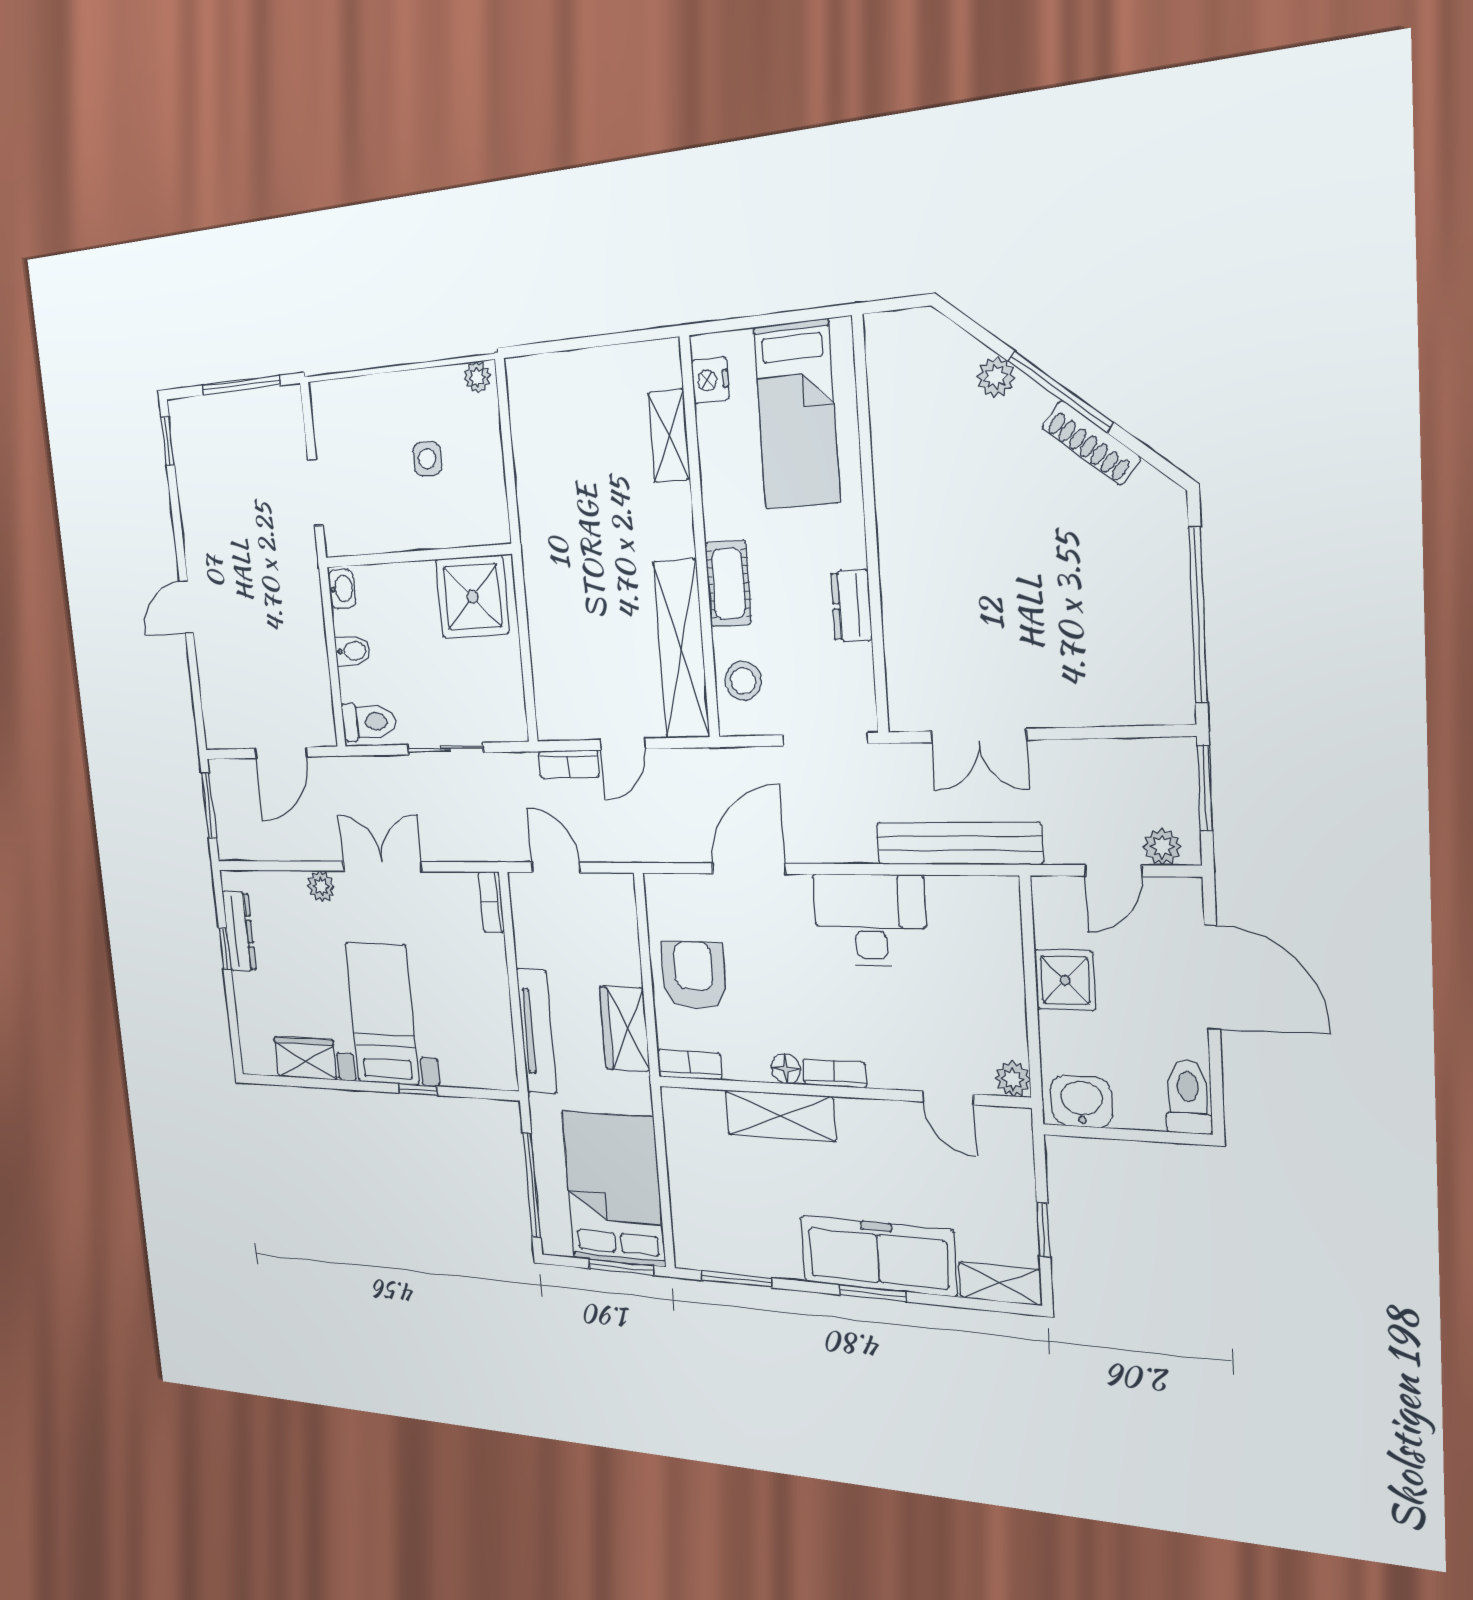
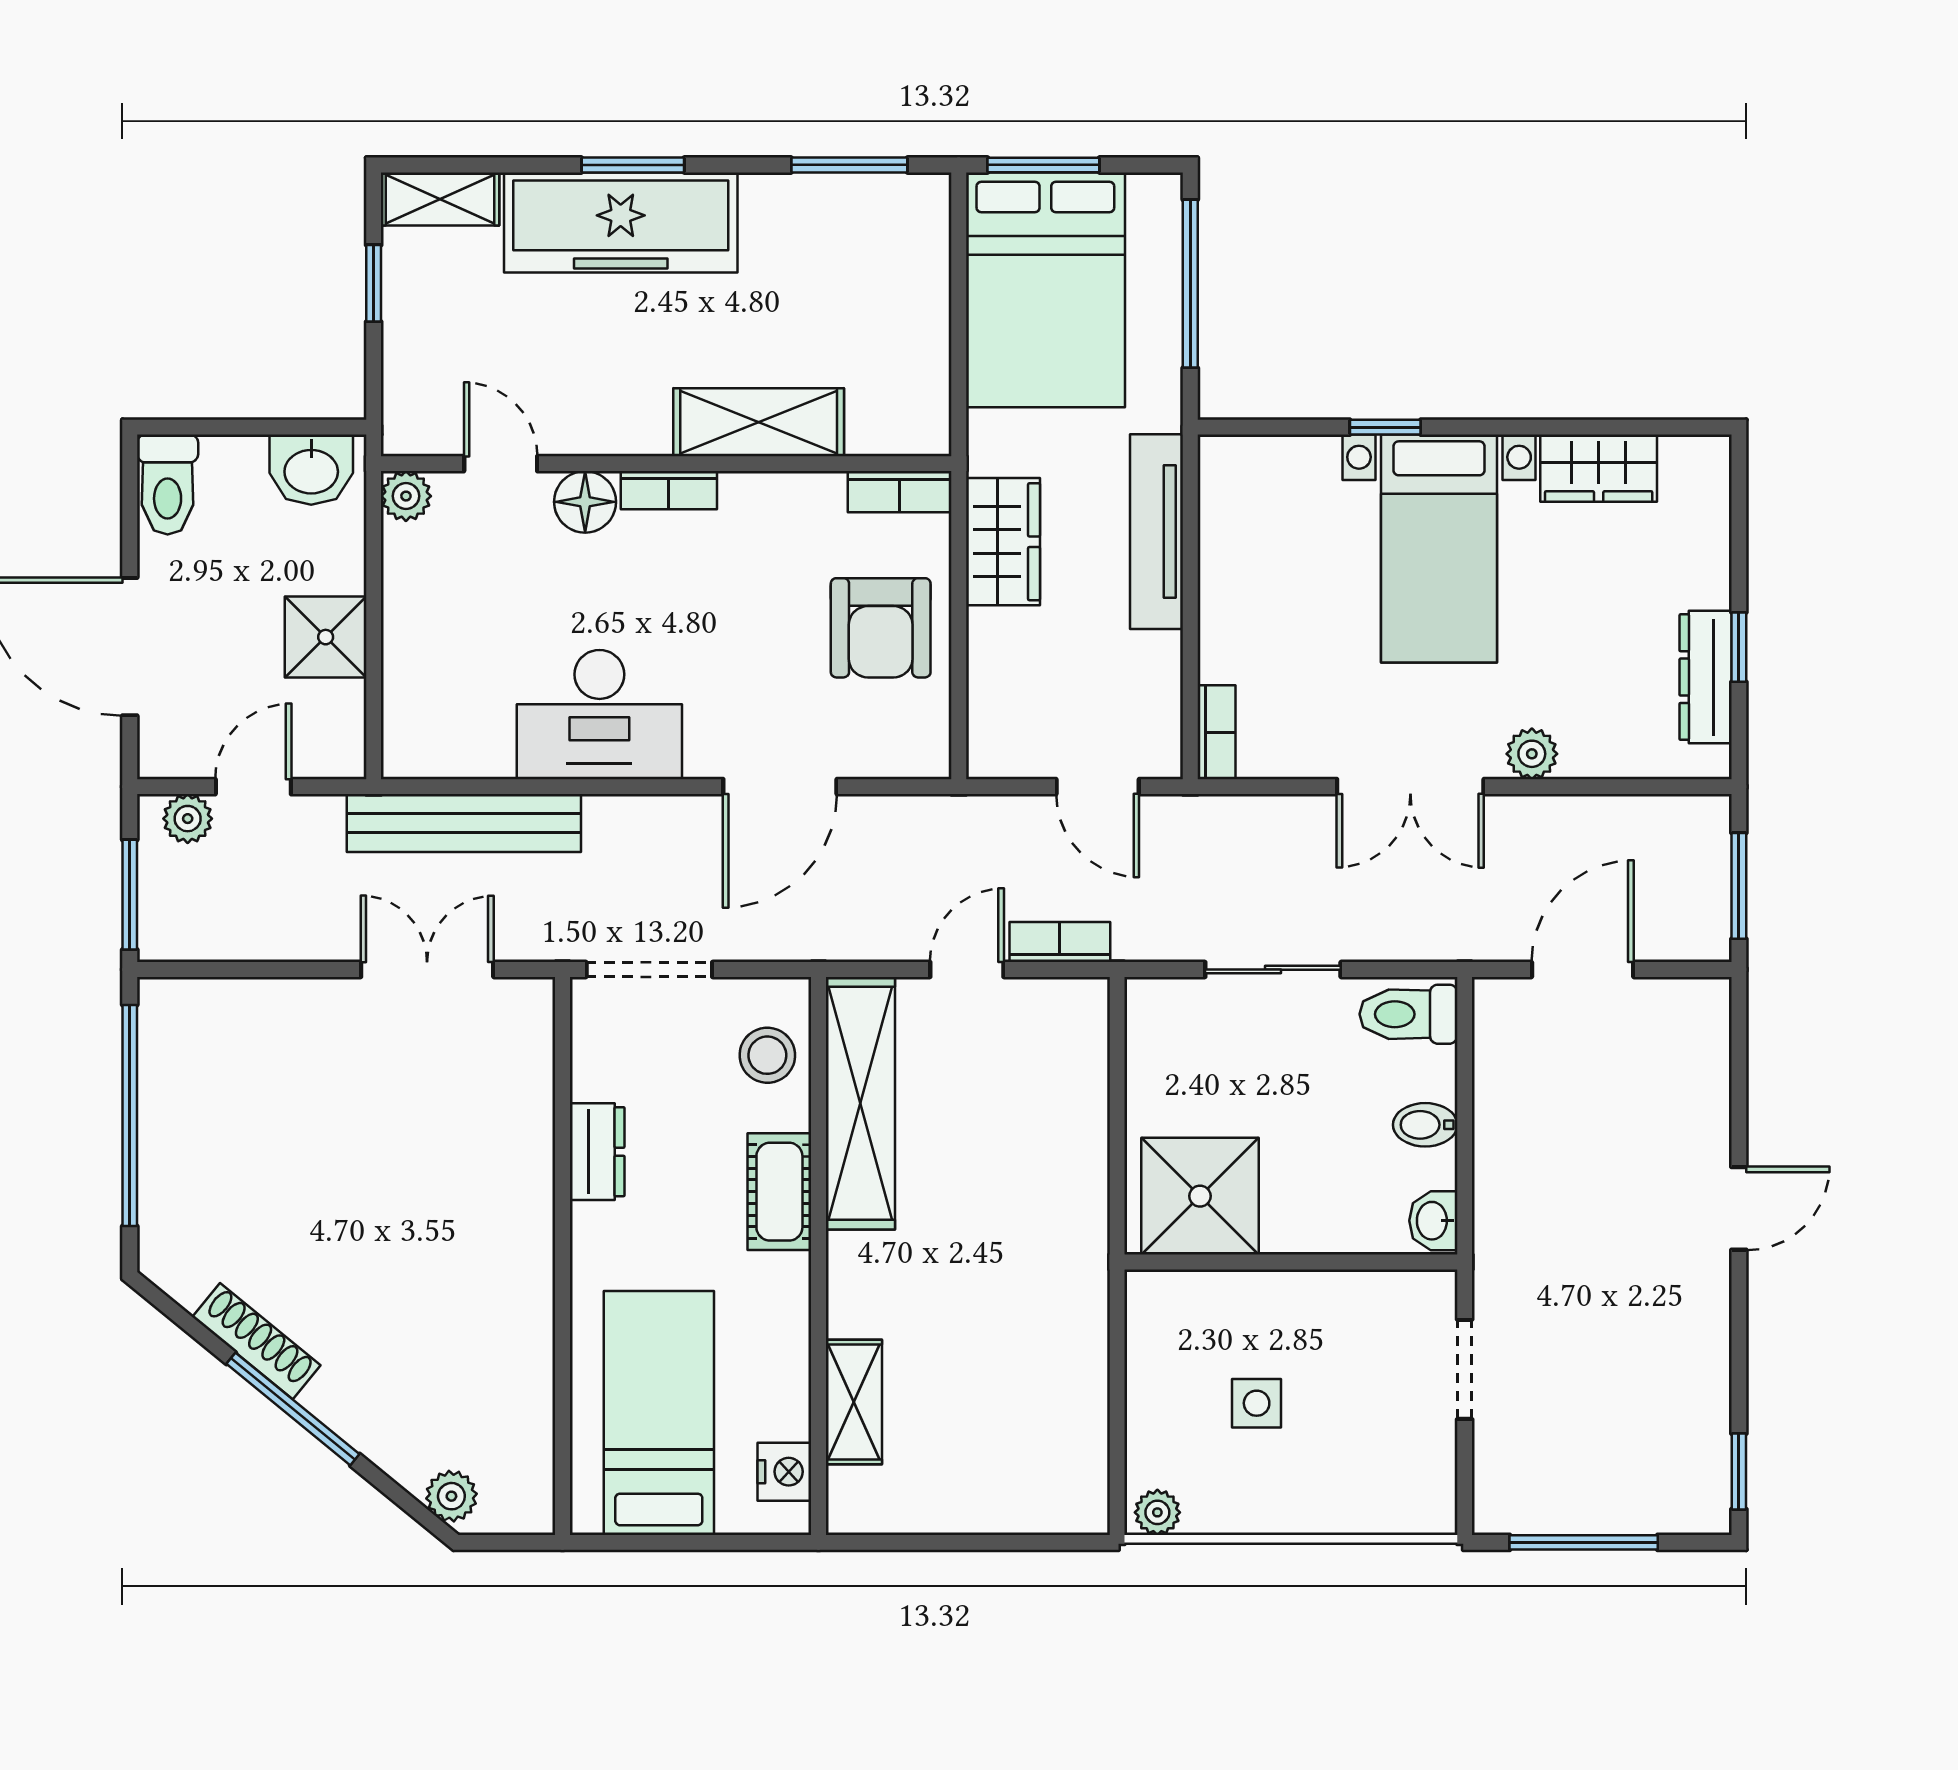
plant: (996, 377) -> (451, 1496), moved
floor lamp: (786, 1069) -> (585, 502), moved, width x1.37, depth x1.37

